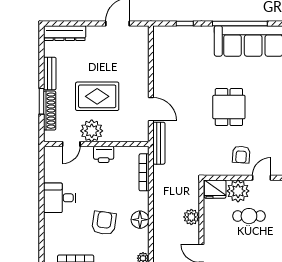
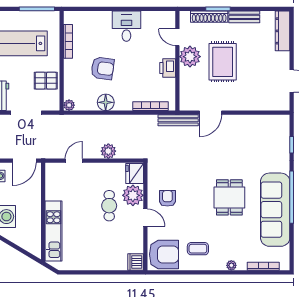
dining table: (229, 107) -> (229, 197), moved, turned 90
armchair: (241, 155) -> (167, 198), turned 86

